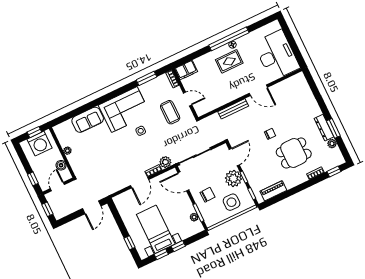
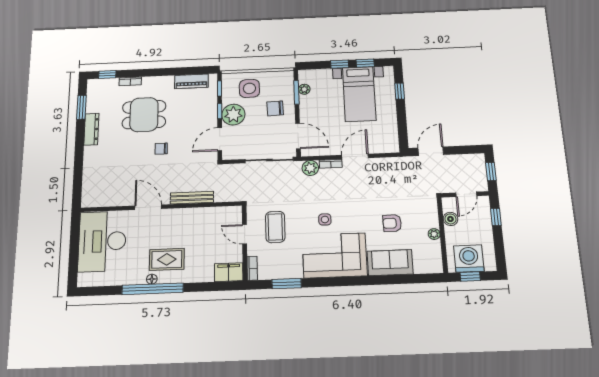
window: (333, 128) -> (81, 107), moved
plant: (332, 144) -> (92, 107), removed
armchair: (97, 147) -> (392, 223), added

